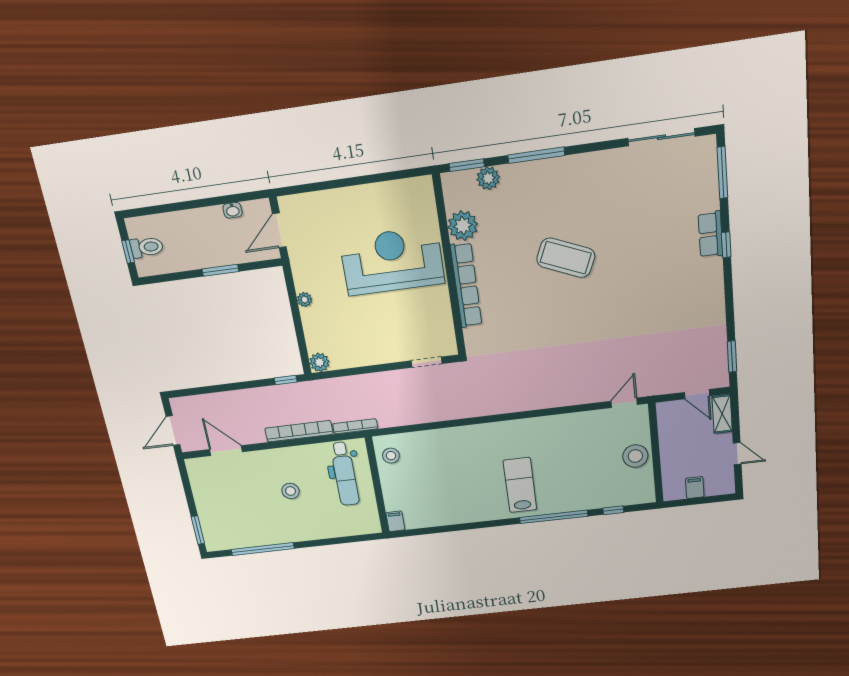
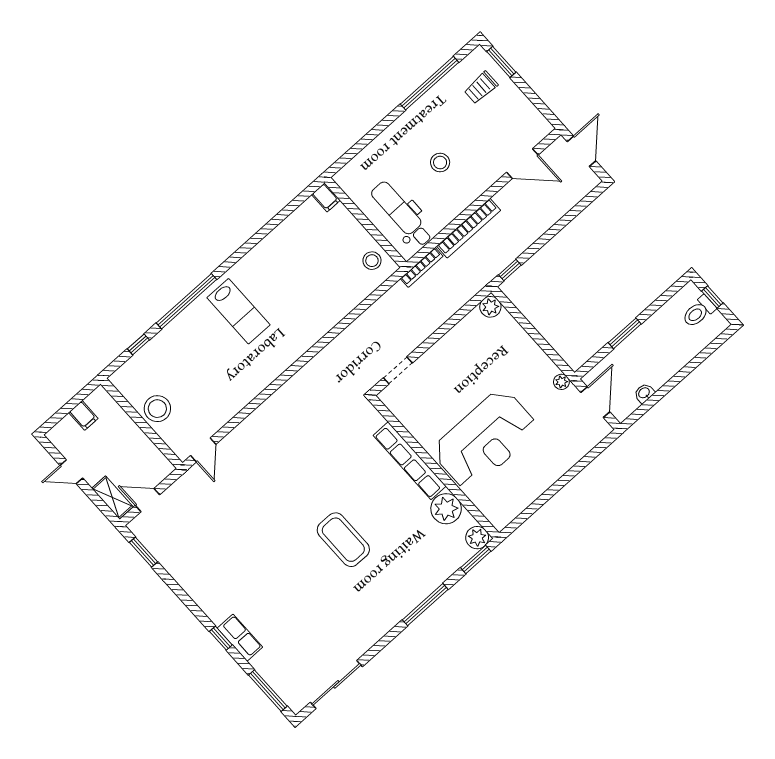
plant: (488, 178) -> (477, 538), moved
coffee table: (566, 258) -> (343, 540), turned 67
plant: (305, 300) -> (561, 382), moved
trolley: (225, 522) -> (481, 88), added

